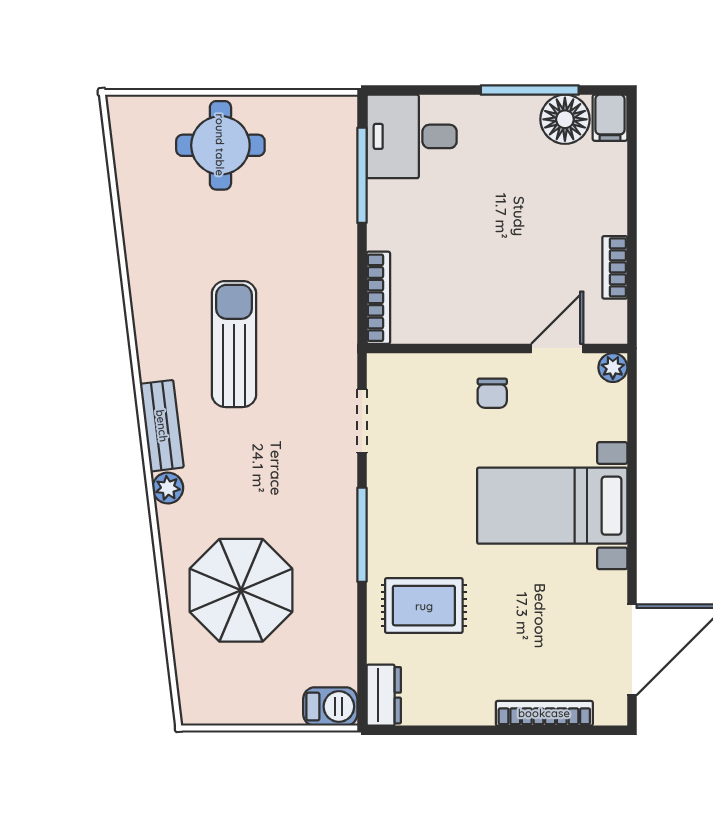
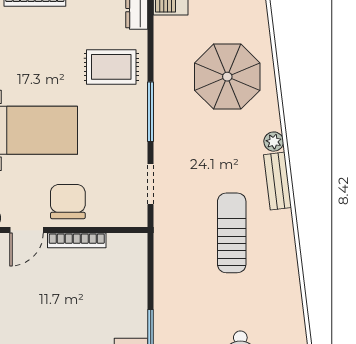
bookcase: (378, 298) -> (77, 240), moved, turned -90
sun lounger: (234, 344) -> (232, 233), turned 180
chair: (492, 393) -> (68, 202), width x1.87, depth x1.87

